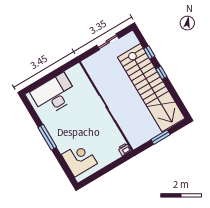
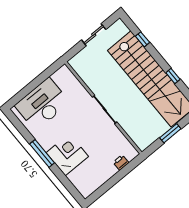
window: (161, 73) -> (173, 76), moved
printer: (125, 149) -> (121, 163), moved
corner desk: (79, 159) -> (67, 155), moved

